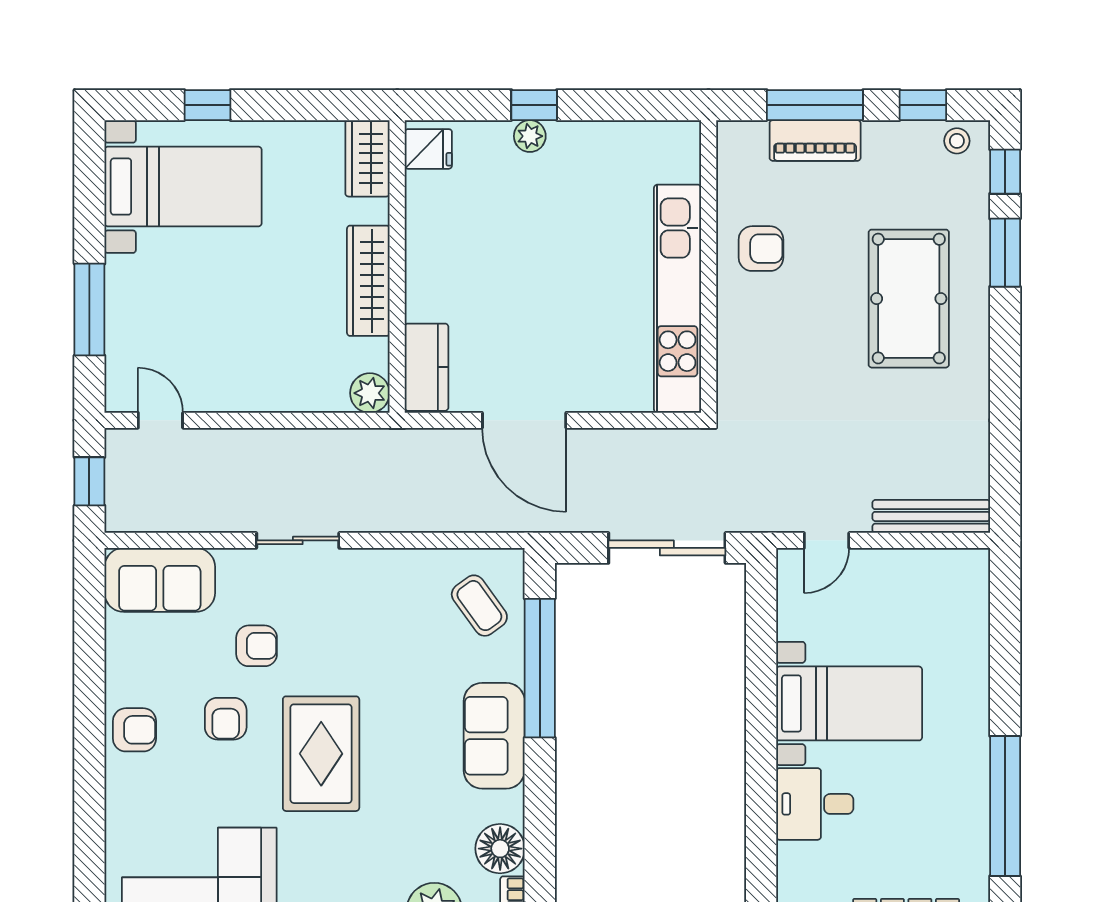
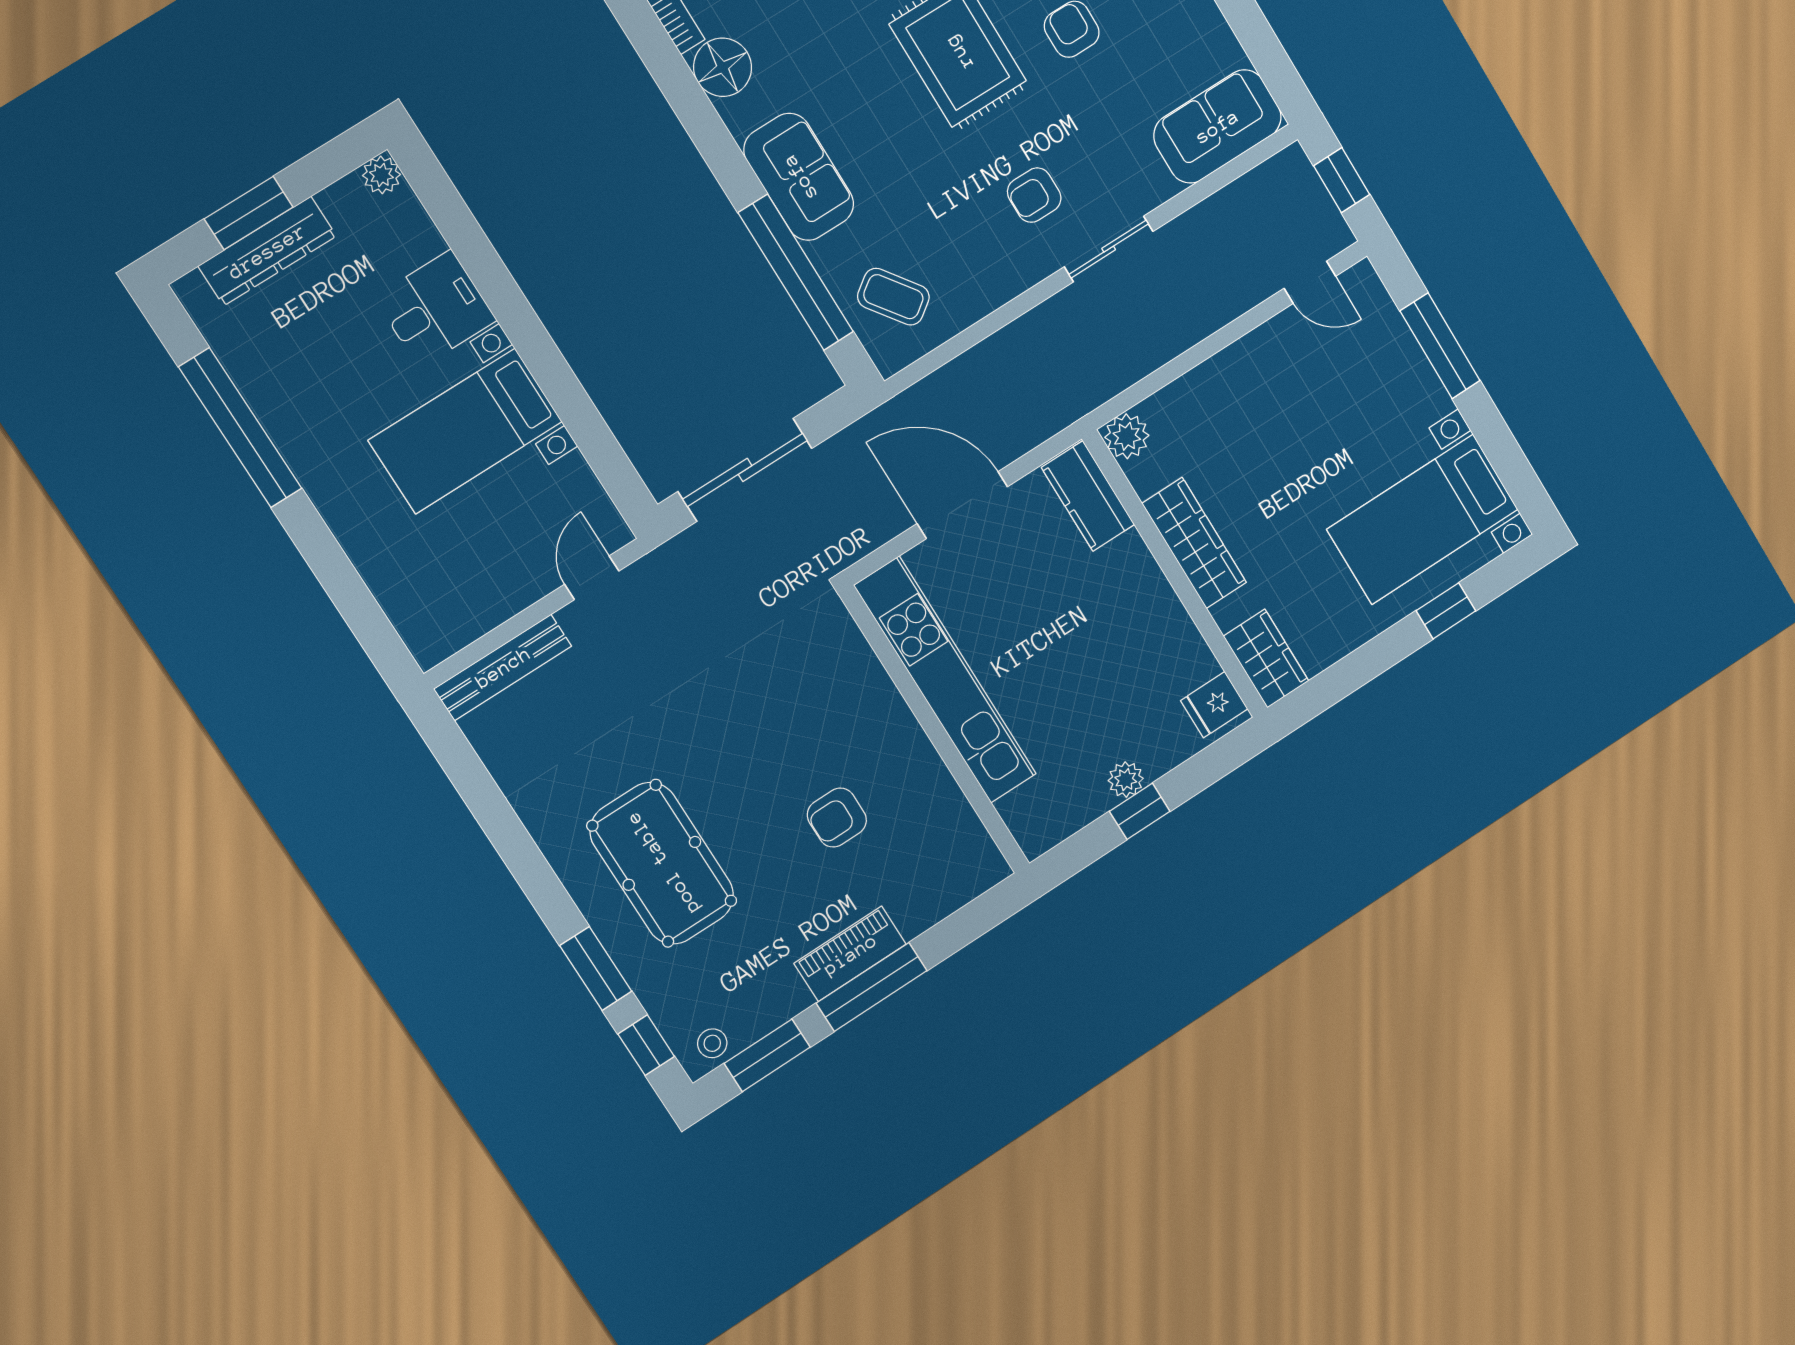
window: (923, 105) -> (767, 1055), width x1.50
wall: (709, 266) -> (935, 730), moved
kitchen unit: (678, 299) -> (945, 680), moved
armchair: (257, 646) -> (1034, 195), moved

